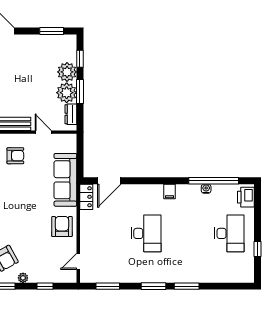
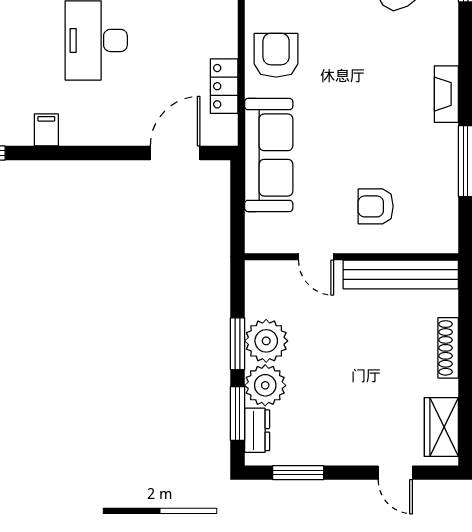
window: (80, 59) -> (238, 414), width x1.50
dresser: (71, 114) -> (257, 430), moved
locker: (86, 197) -> (224, 86), moved
armchair: (62, 227) -> (276, 55), turned 180

